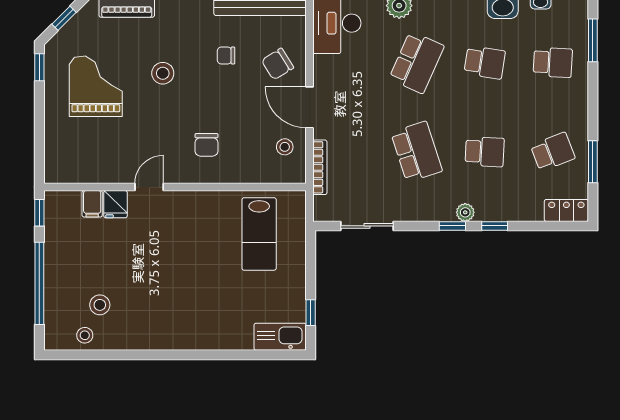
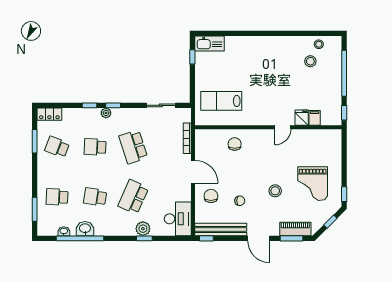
chair: (278, 64) -> (211, 196), turned -58
chair: (207, 145) -> (235, 144), moved
stool: (285, 147) -> (207, 150), removed
school desk: (553, 152) -> (57, 147), turned 42
lab bench: (259, 234) -> (221, 101), turned -90

